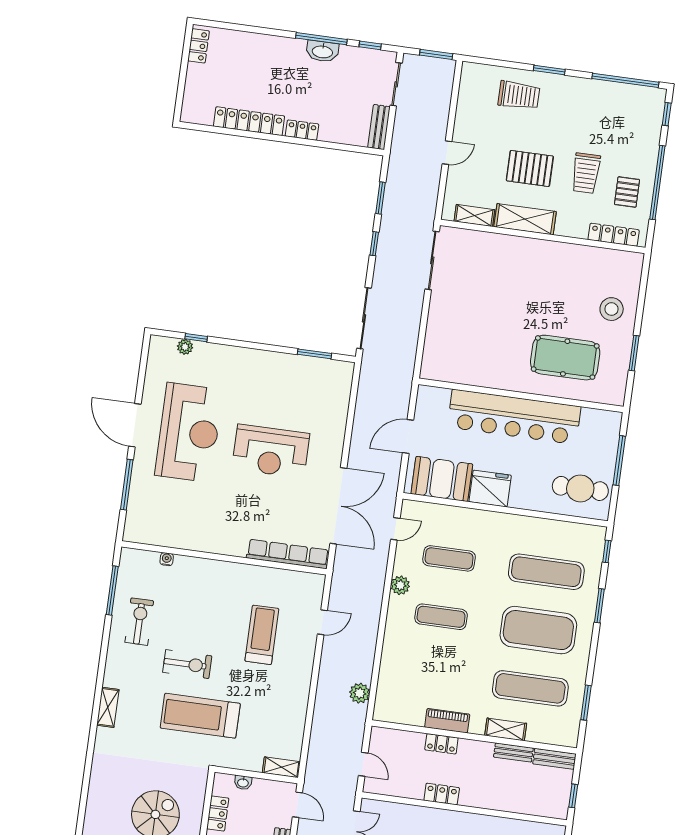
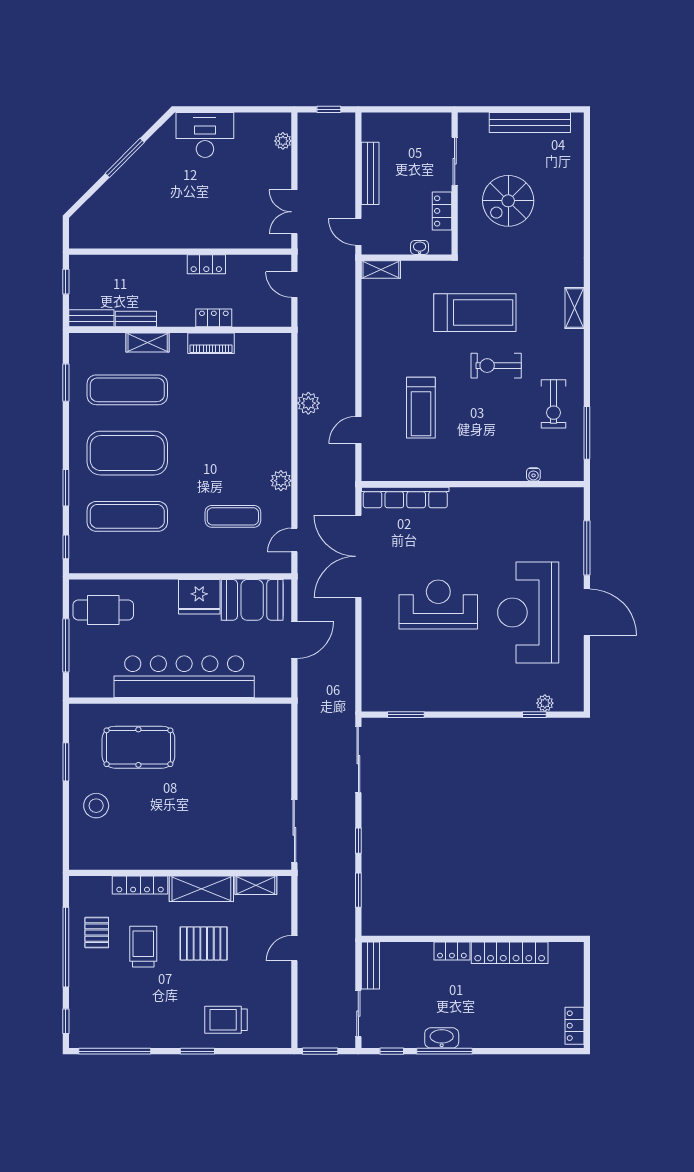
locker: (614, 235) -> (140, 885), moved
exercise mat: (441, 617) -> (233, 453), removed
plant: (360, 693) -> (308, 403), moved

